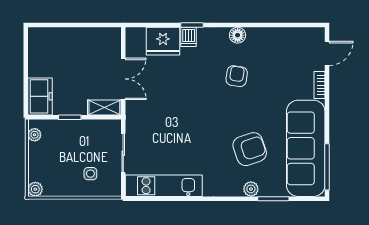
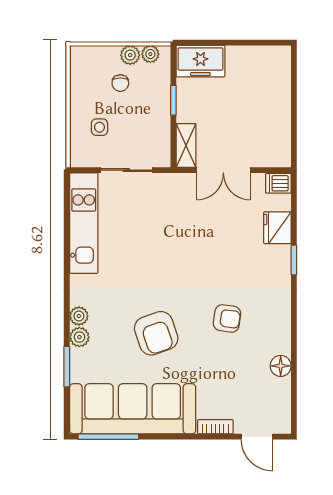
floor lamp: (238, 35) -> (281, 366), moved
dishwasher: (189, 37) -> (278, 183), moved
fridge: (163, 41) -> (277, 228), width x0.73, depth x0.75
armchair: (250, 149) -> (156, 333), moved
chair: (57, 158) -> (120, 83), added
plant: (35, 189) -> (130, 55), moved
plant: (235, 189) -> (79, 316), added

